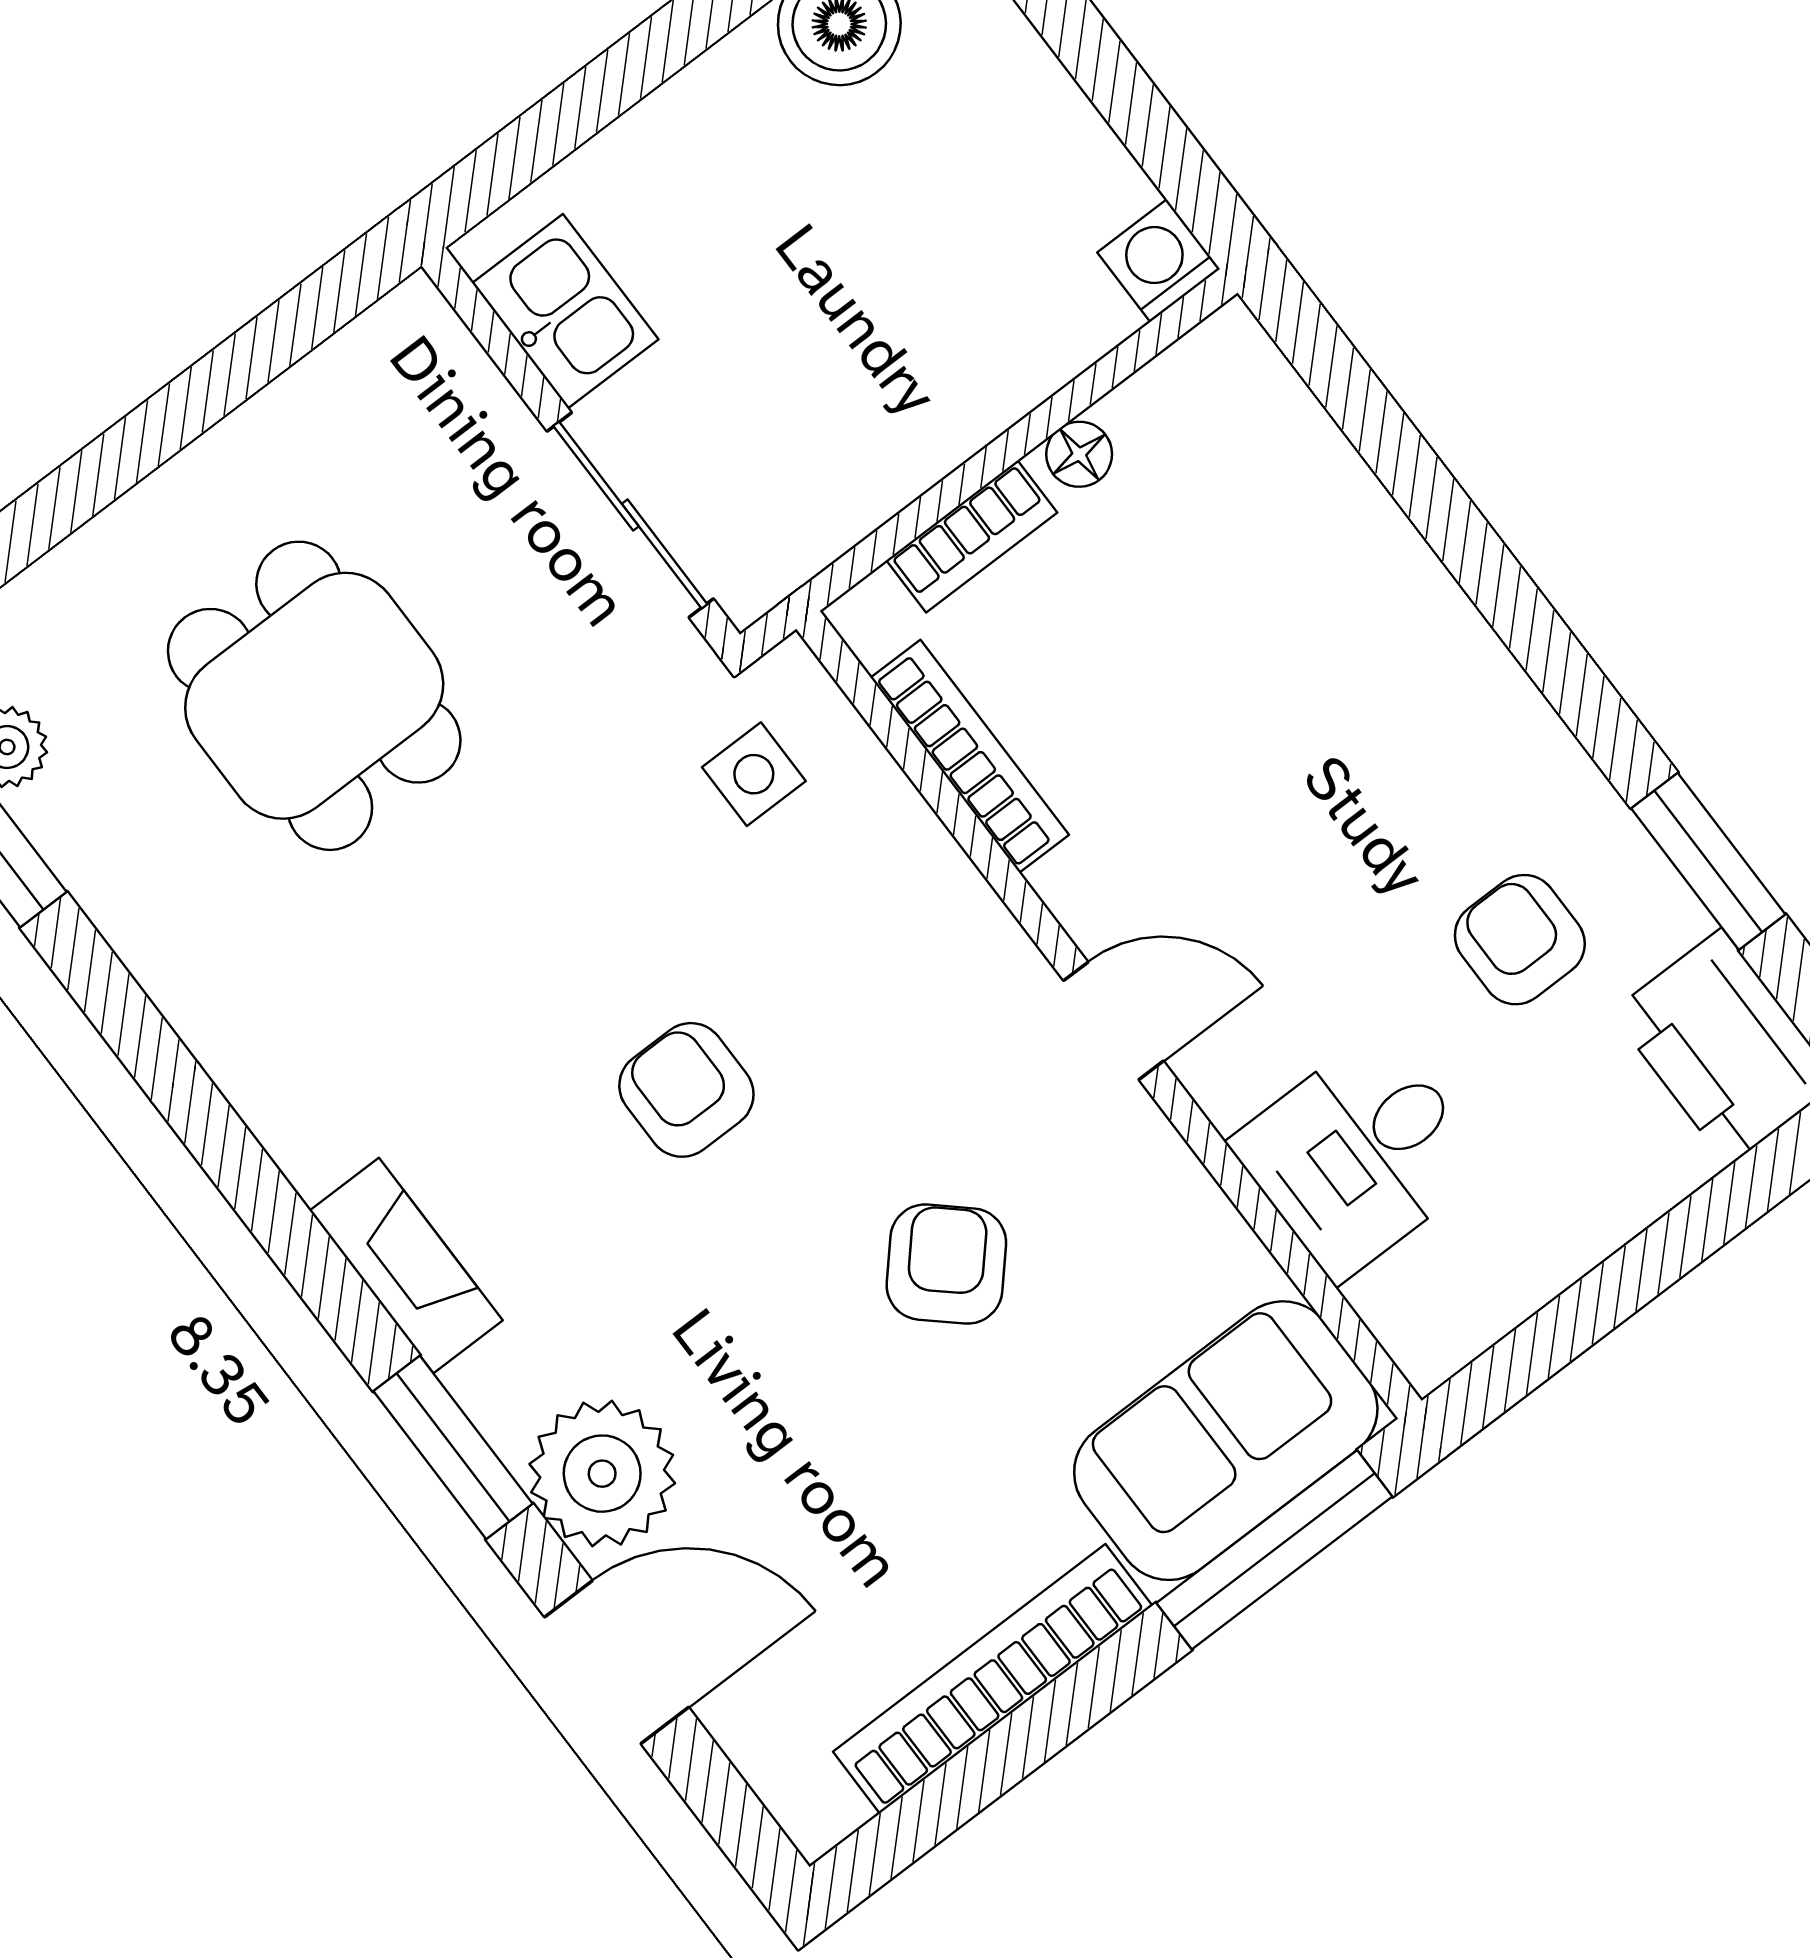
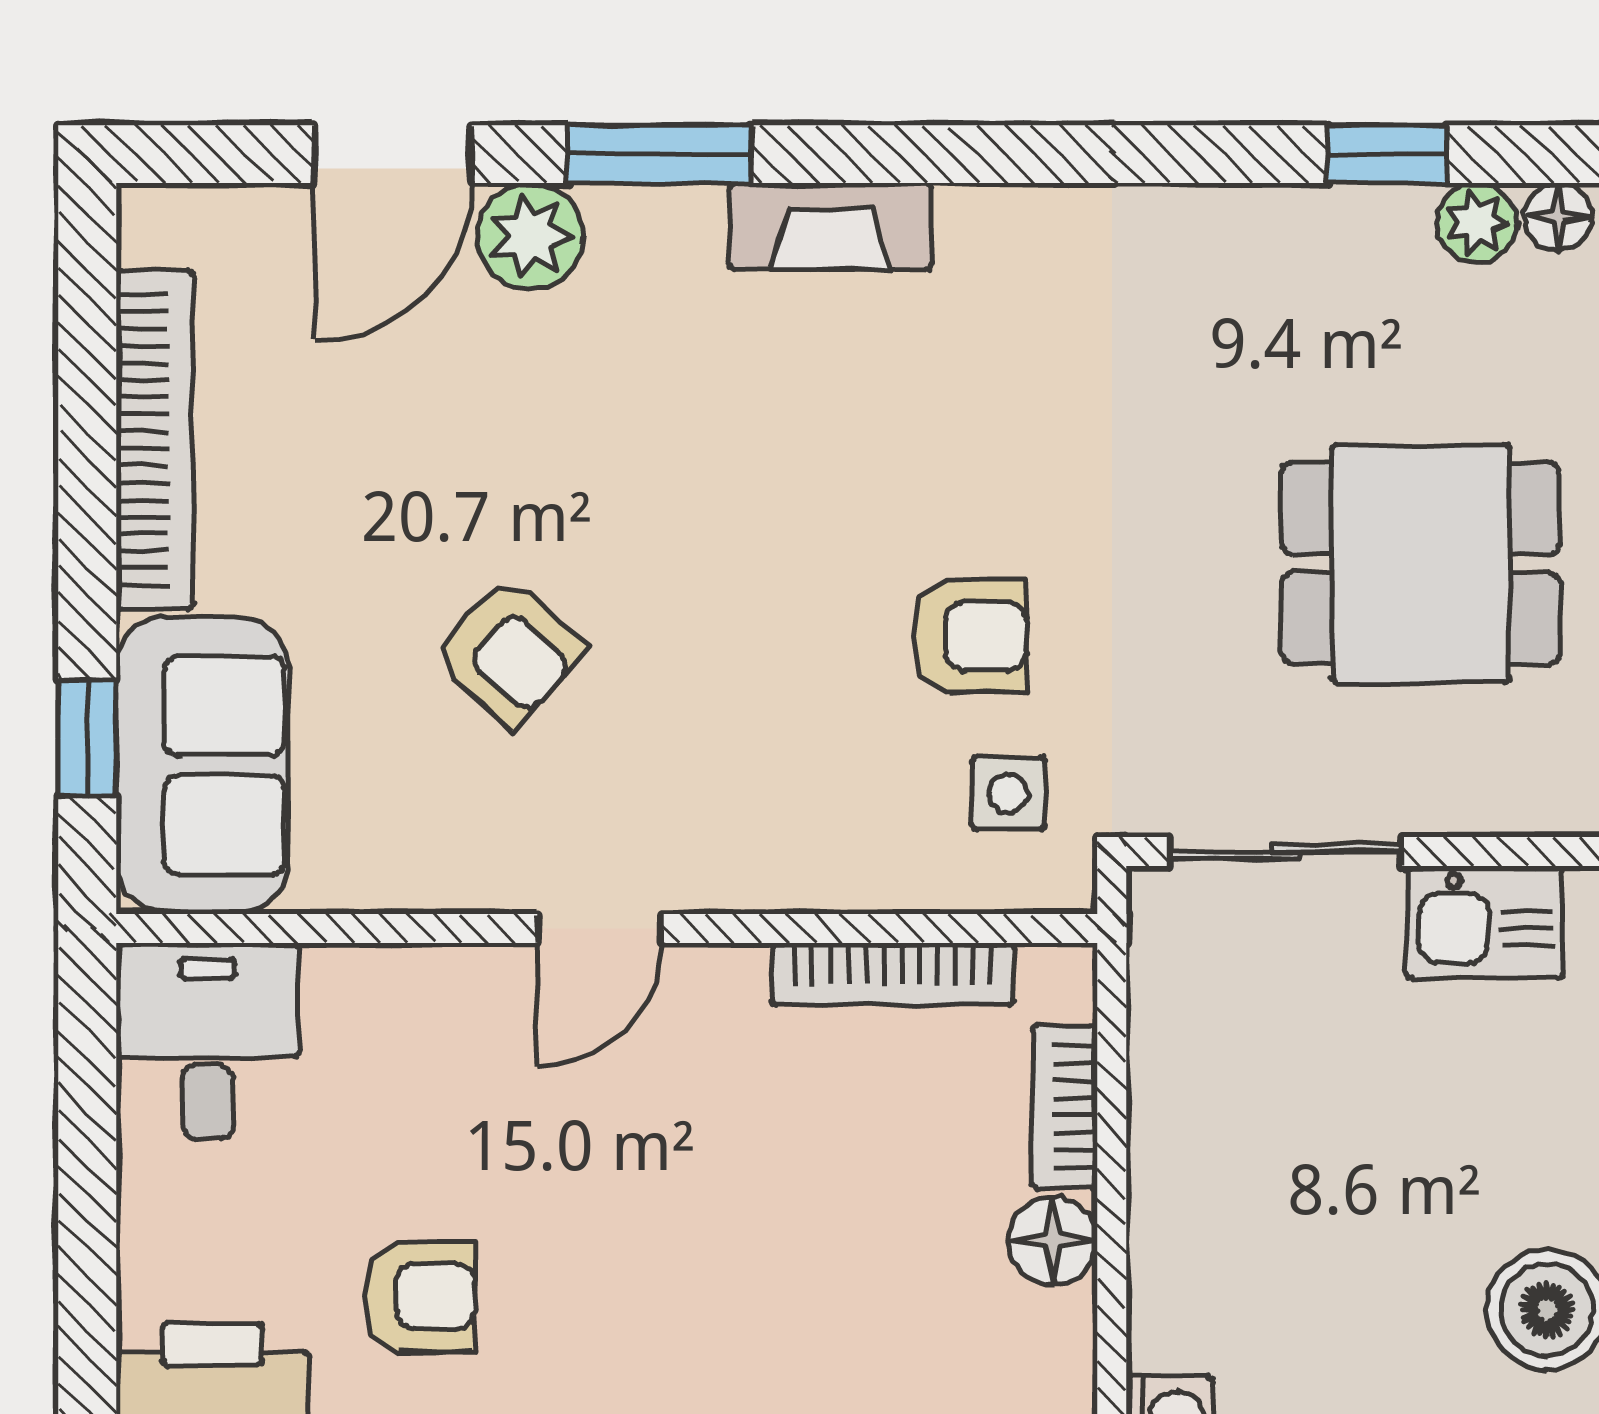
floor lamp: (1079, 454) -> (1053, 1241), width x1.37, depth x1.37
dining table: (314, 696) -> (1421, 563), moved
armchair: (686, 1090) -> (970, 636), moved
desk: (1359, 1155) -> (208, 1041), moved
plant: (602, 1474) -> (530, 236), width x0.73, depth x0.73
window: (1274, 1550) -> (87, 738), width x0.46

